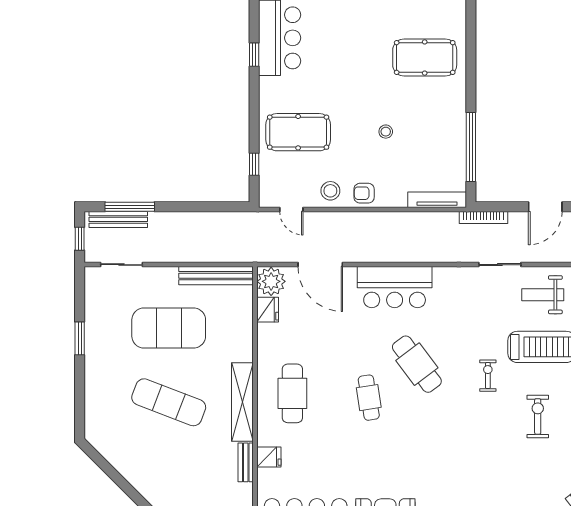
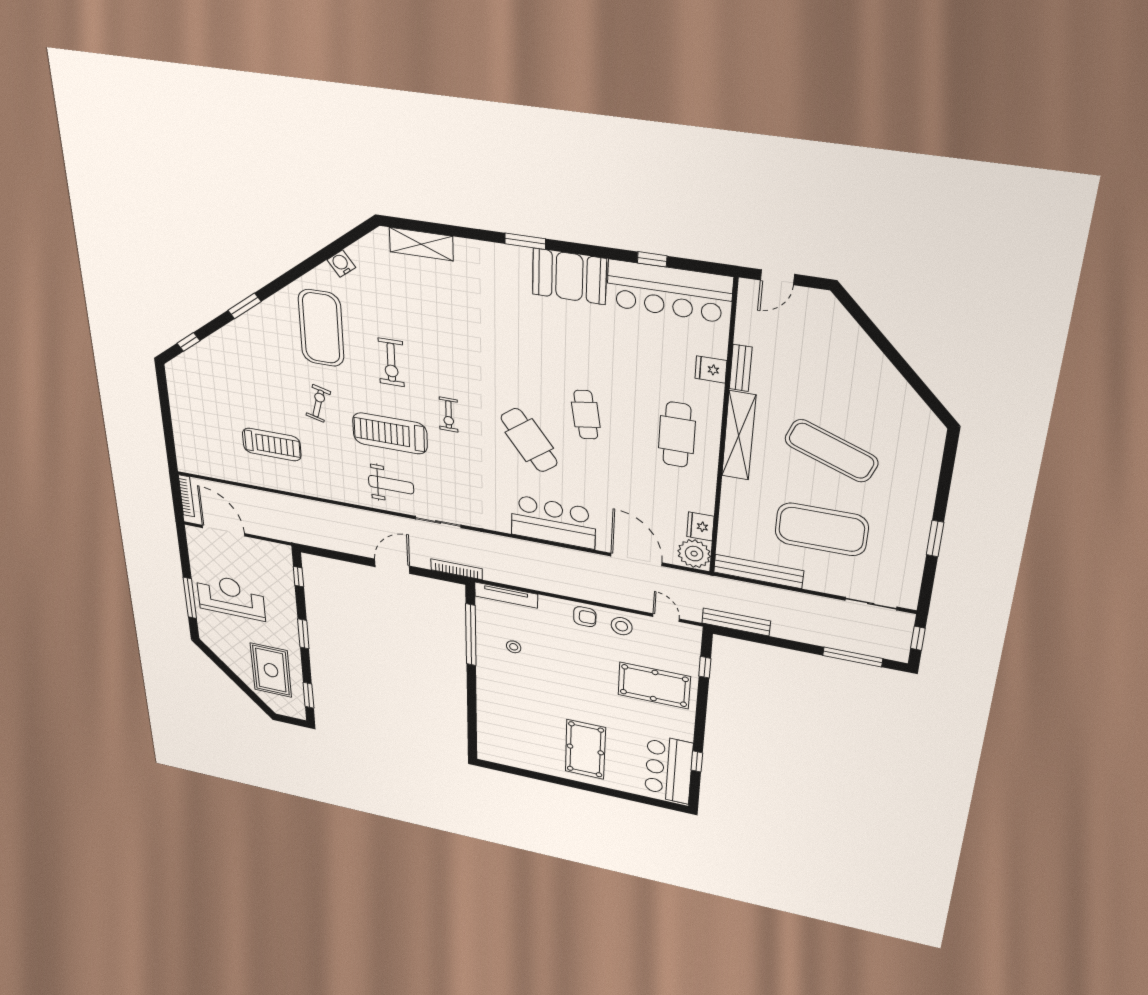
pool table: (425, 57) -> (585, 749), moved, turned 90
stool: (386, 132) -> (514, 647), moved
bench: (118, 219) -> (736, 622), moved

